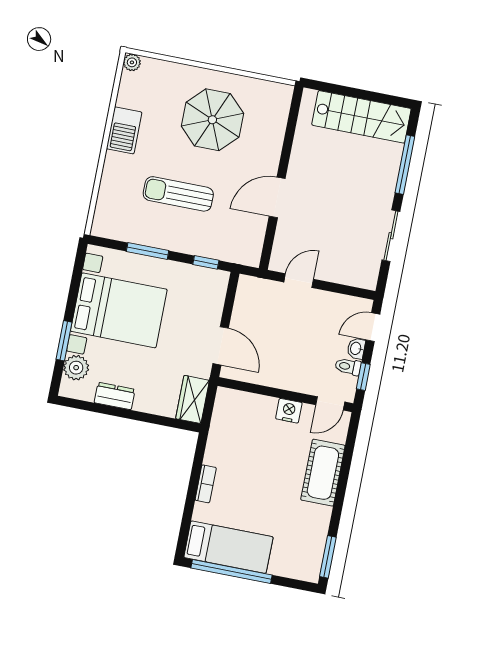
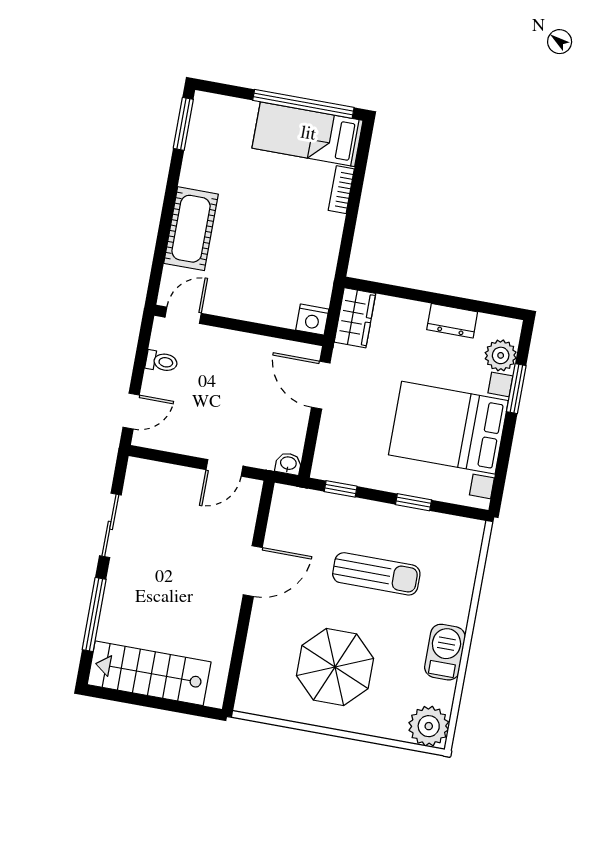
plant: (132, 62) -> (429, 726), width x1.88, depth x1.88
window: (148, 251) -> (414, 502), width x0.67
washbasin: (356, 349) -> (288, 464), moved, turned -90
window: (363, 377) -> (142, 349), removed
nightstand: (289, 411) -> (312, 320), moved
bookcase: (206, 484) -> (341, 190), moved

